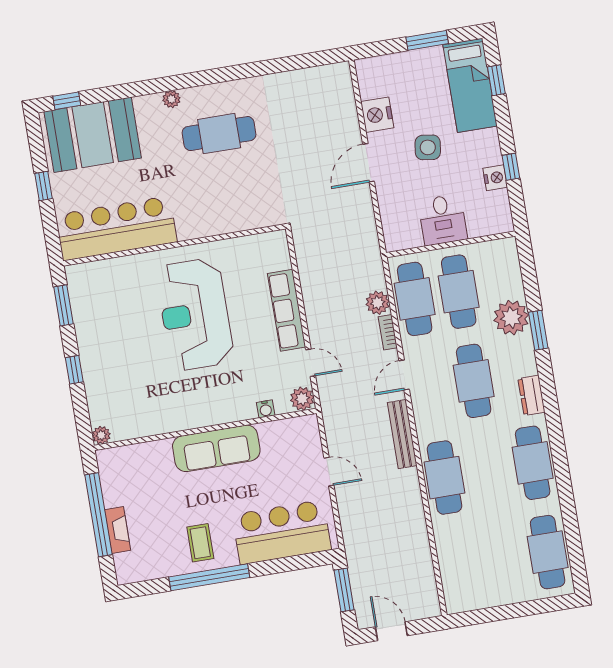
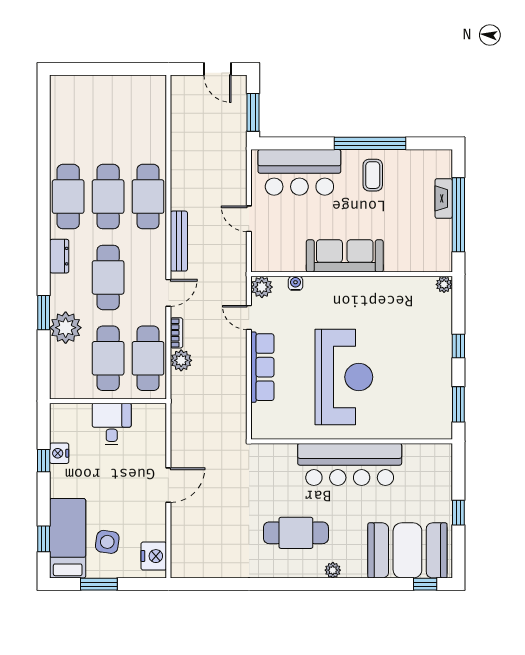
nightstand: (377, 115) -> (154, 556), moved
side table: (428, 147) -> (107, 542), moved
bar counter: (116, 228) -> (350, 464), moved
cafe table: (548, 552) -> (108, 197), moved

